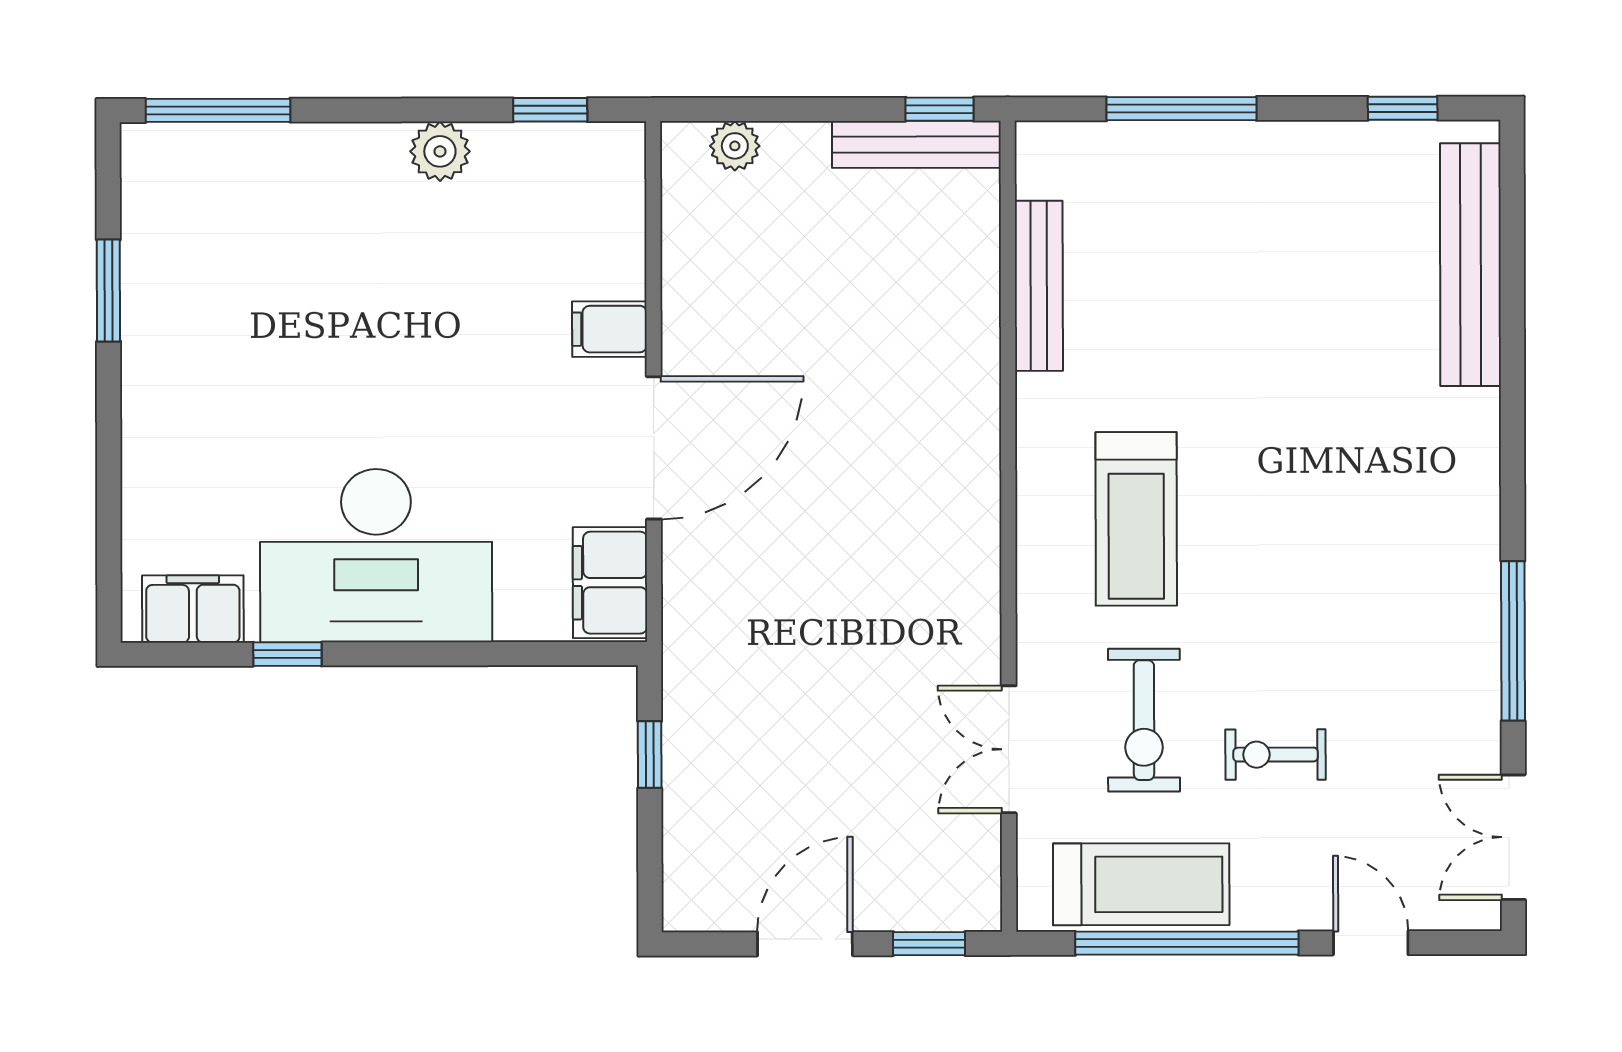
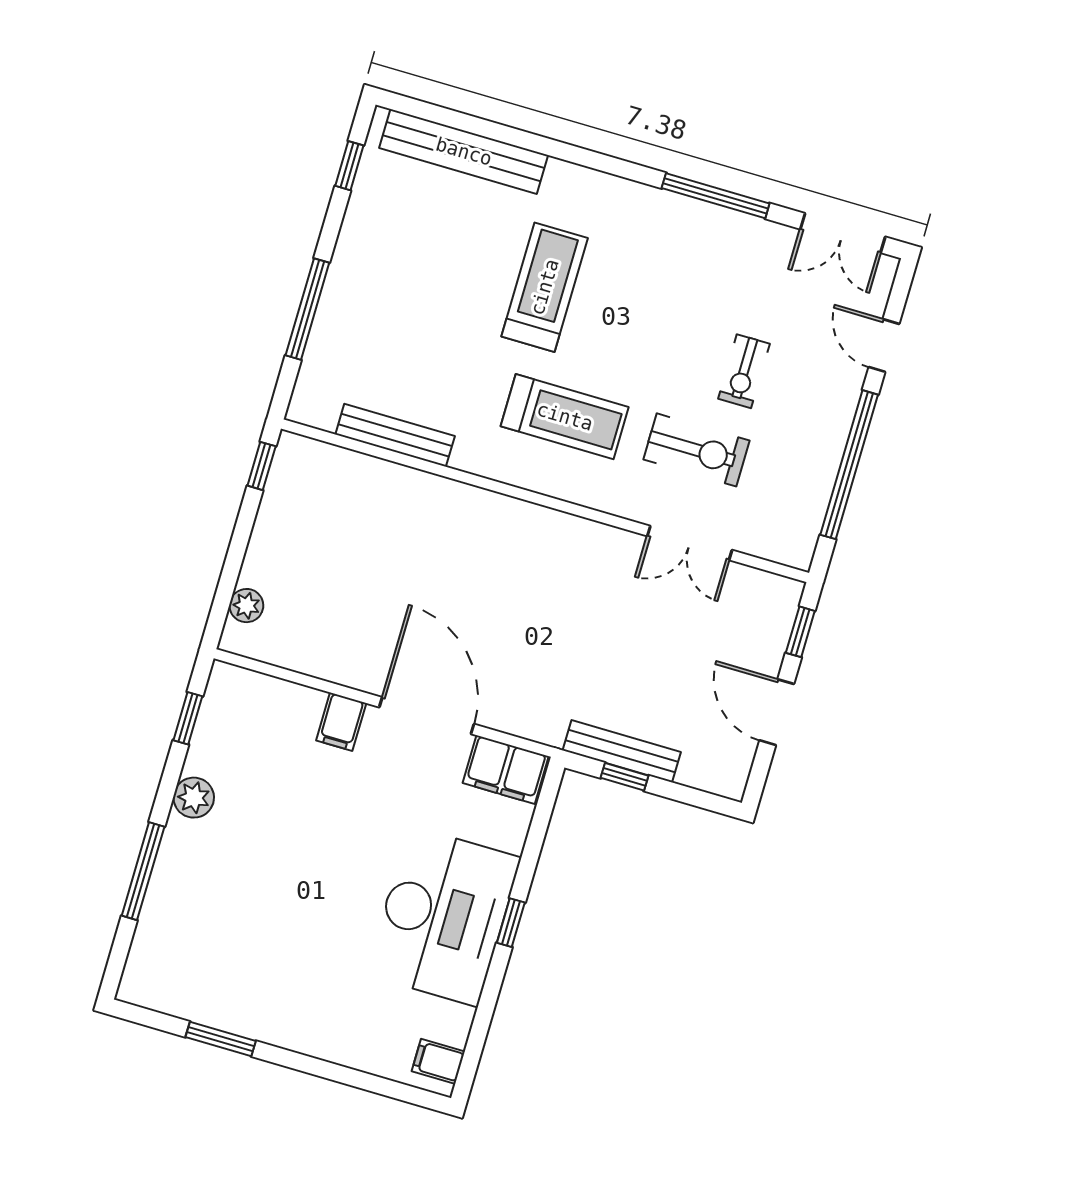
window: (218, 110) -> (143, 871), moved
bench: (916, 144) -> (622, 751), moved, turned 90
filing cabinet: (193, 609) -> (438, 1061), width x0.50
window: (287, 654) -> (511, 923), moved
treadmill: (1141, 884) -> (545, 287), moved
door: (1371, 943) -> (884, 345), hinge flipped

